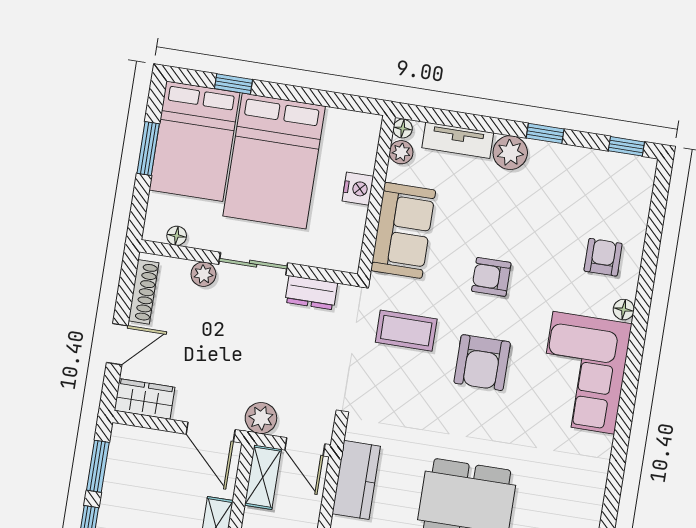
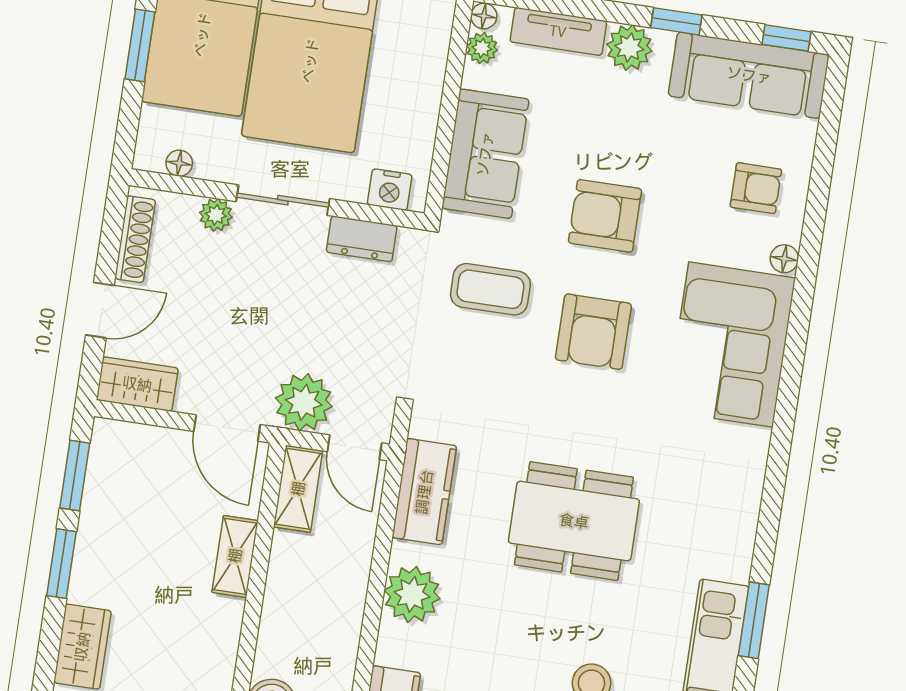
sofa: (598, 174) -> (749, 75), added
nightstand: (358, 189) -> (390, 190), moved, turned 90
armchair: (603, 257) -> (756, 188), turned 90
armchair: (491, 277) -> (605, 216), width x1.38, depth x1.38
plant: (261, 418) -> (304, 402), width x1.36, depth x1.36

